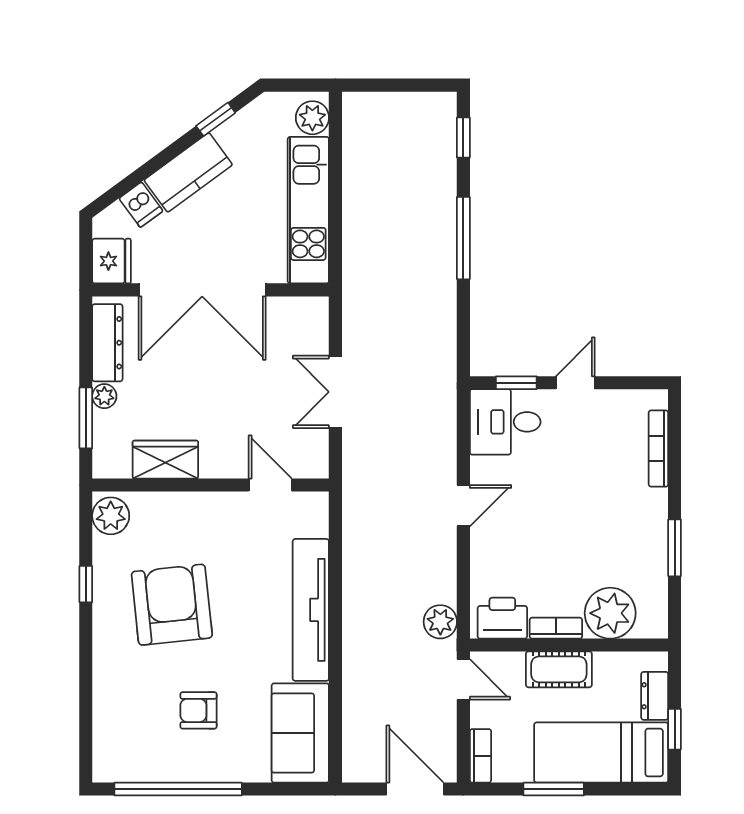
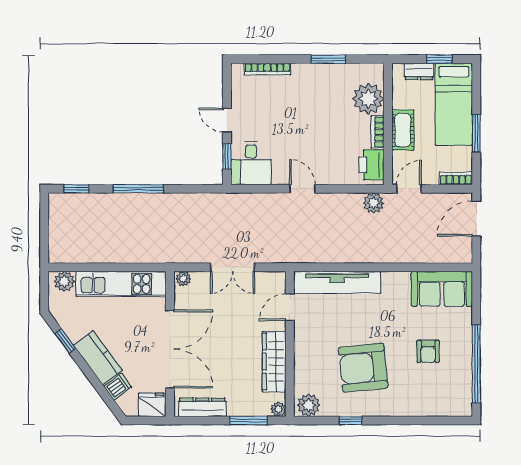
plant: (317, 312) -> (183, 279), added
plant: (104, 396) -> (278, 409), moved
wardrobe: (165, 460) -> (274, 362), width x1.50
tv unit: (311, 610) -> (337, 282), moved

